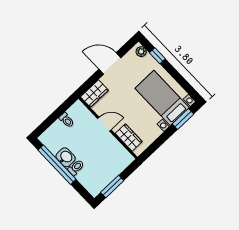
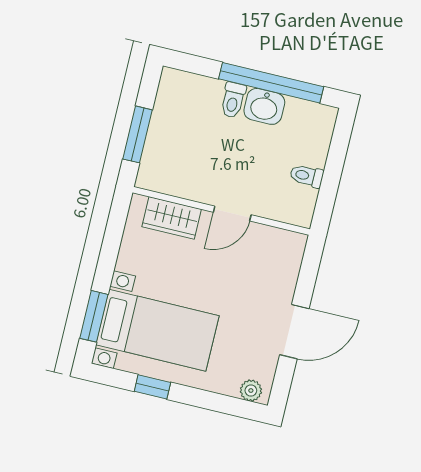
window: (157, 56) -> (152, 387), moved
wardrobe: (94, 94) -> (287, 258), removed
window: (112, 187) -> (137, 134), moved

